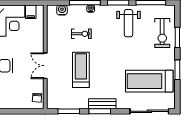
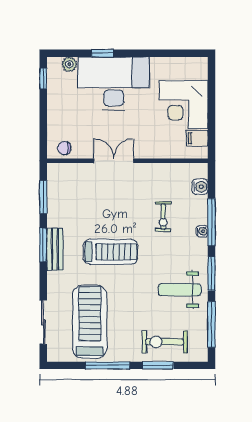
treadmill: (81, 70) -> (110, 252), moved
window: (177, 70) -> (108, 365), width x1.44
sliding door: (149, 111) -> (43, 322), width x0.73

